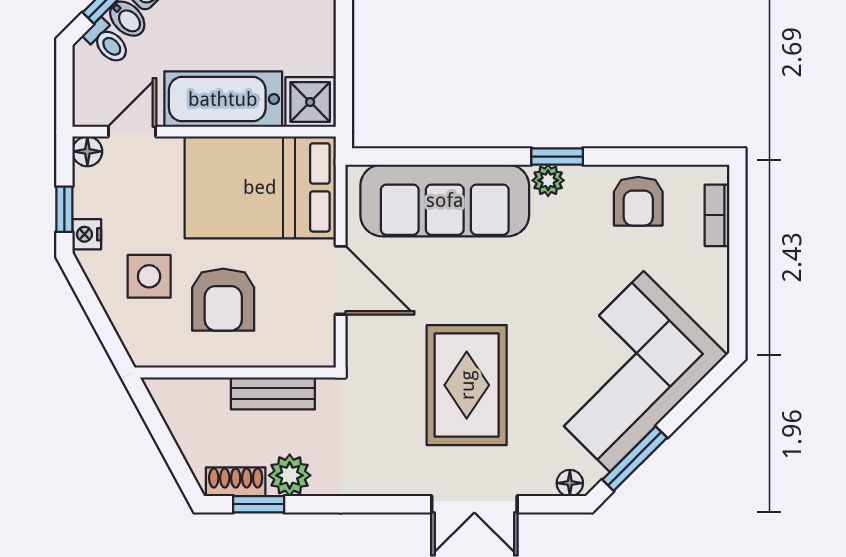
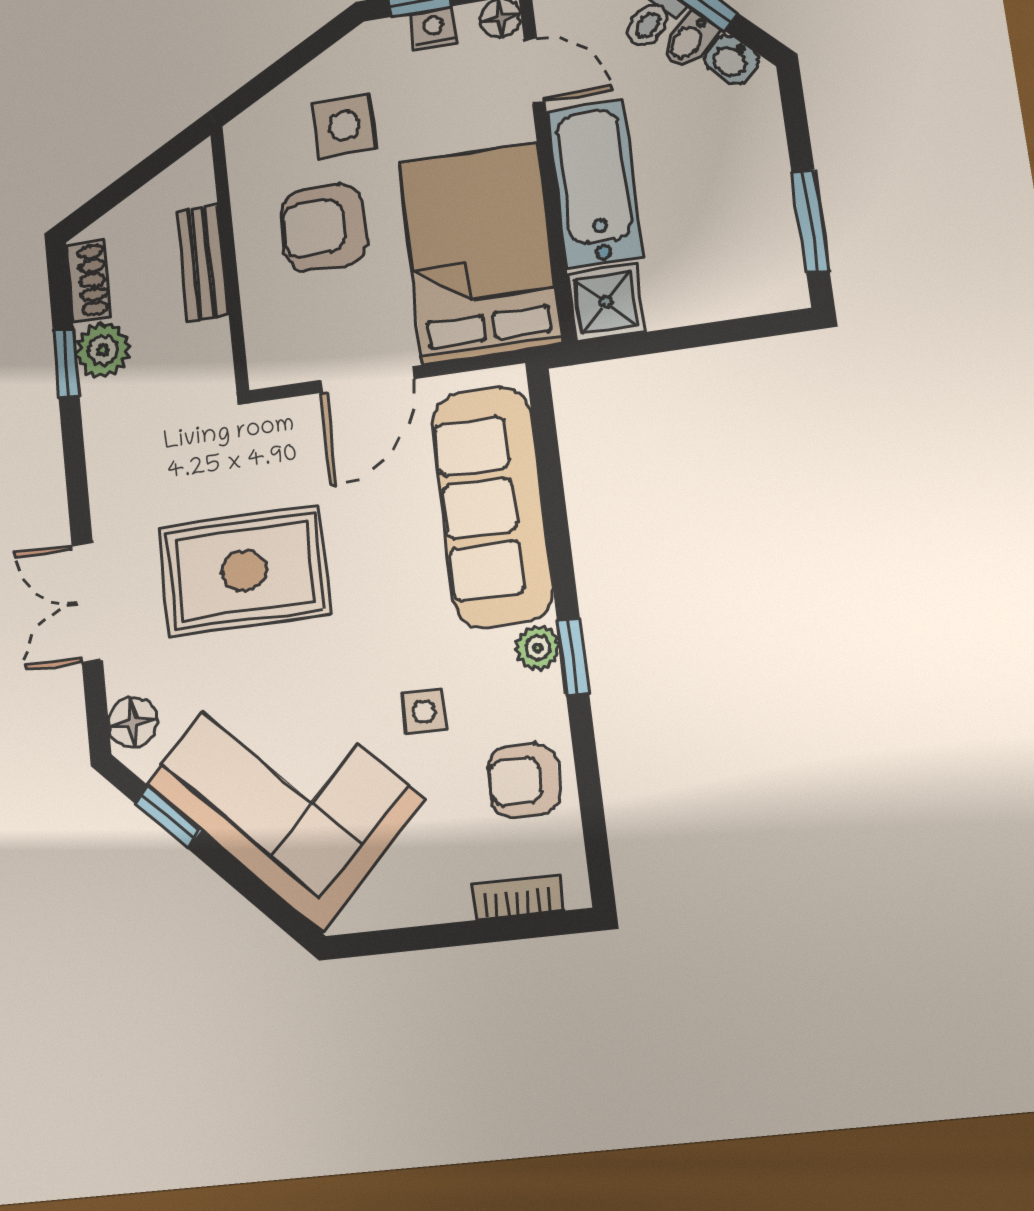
nightstand: (87, 234) -> (433, 28), moved
side table: (582, 266) -> (424, 711), added
bench: (273, 393) -> (202, 263), moved
window: (635, 459) -> (168, 817), width x0.67
floor lamp: (570, 483) -> (133, 722), width x1.37, depth x1.37
window: (259, 504) -> (66, 363), moved

